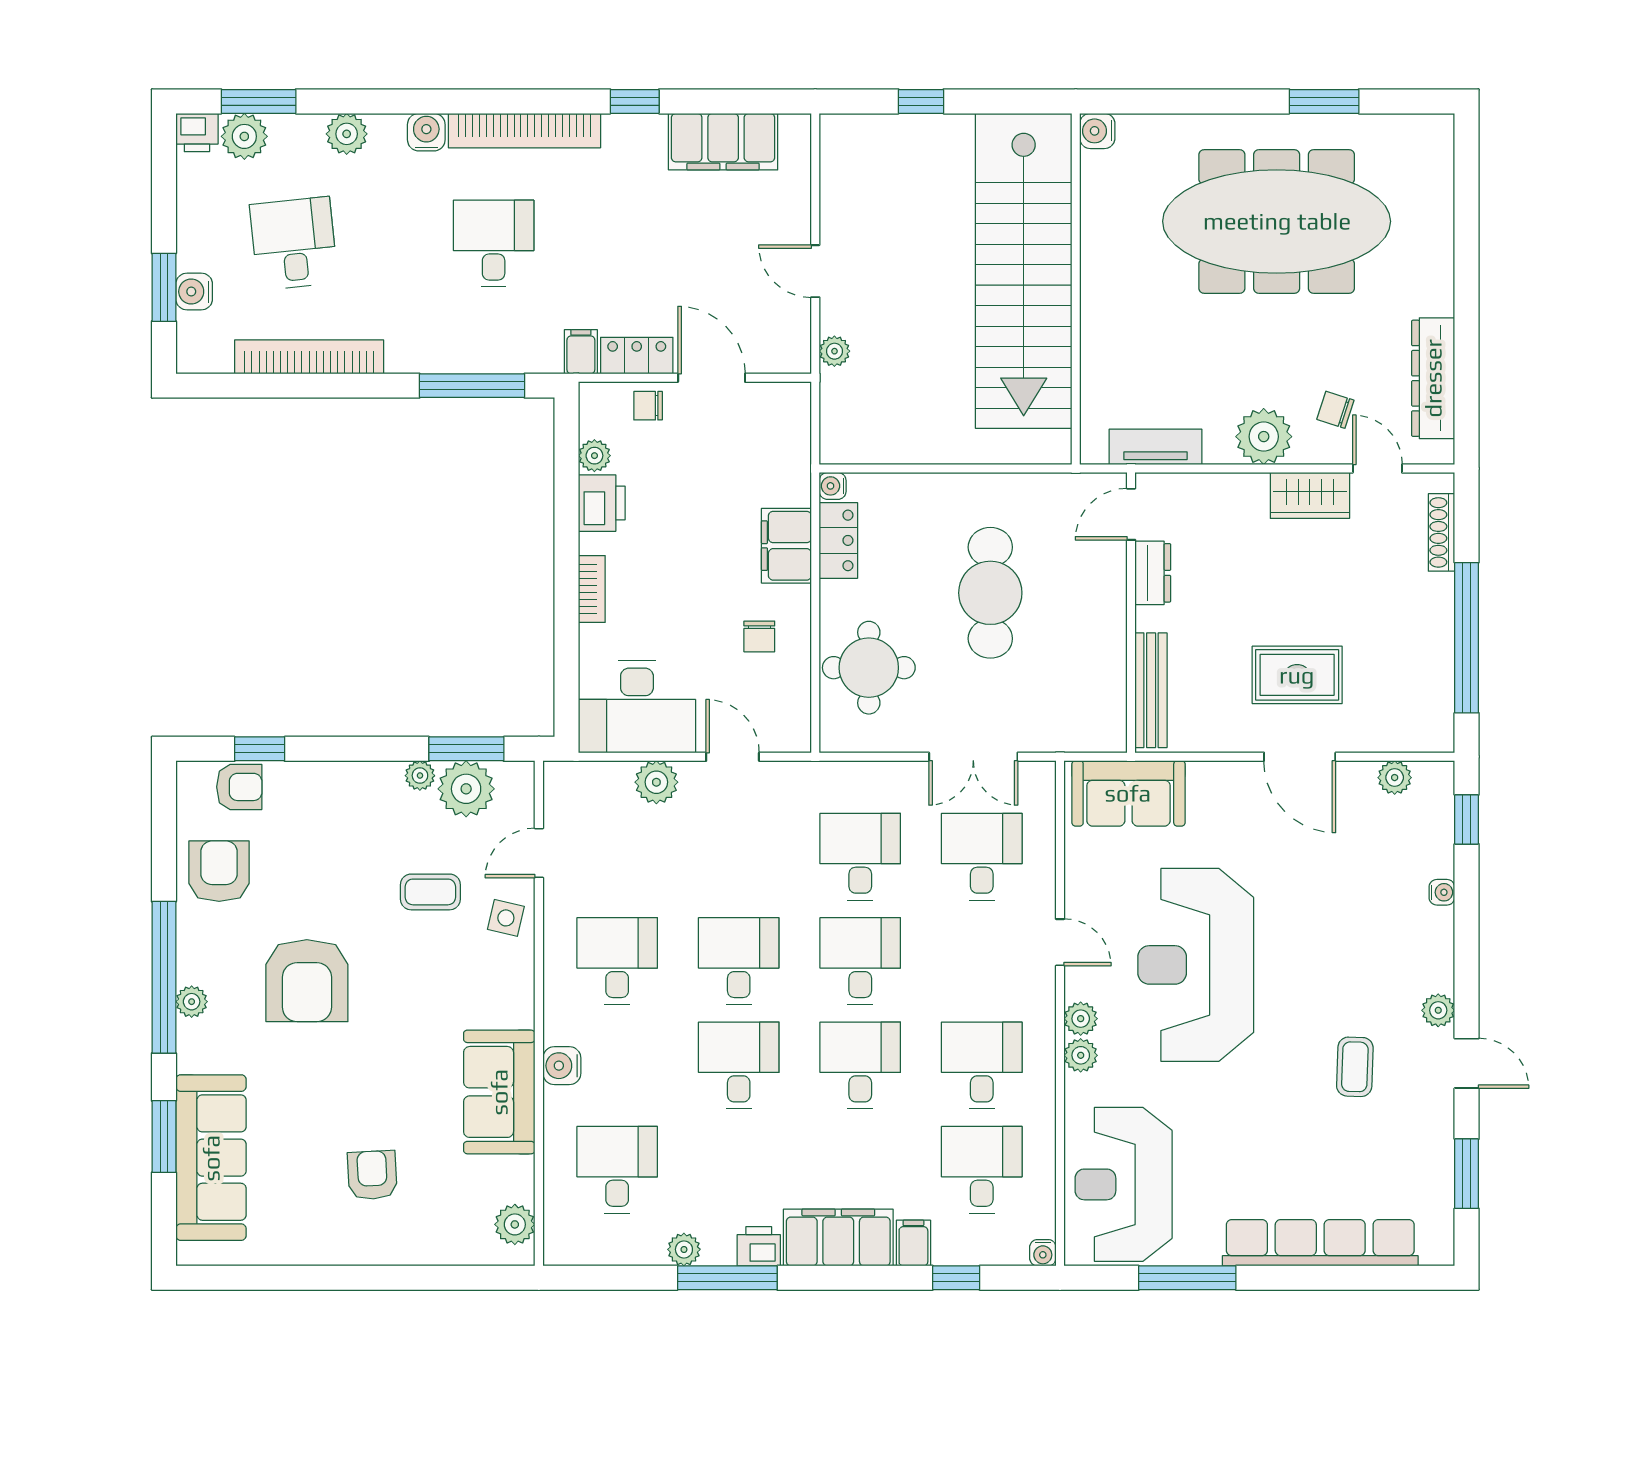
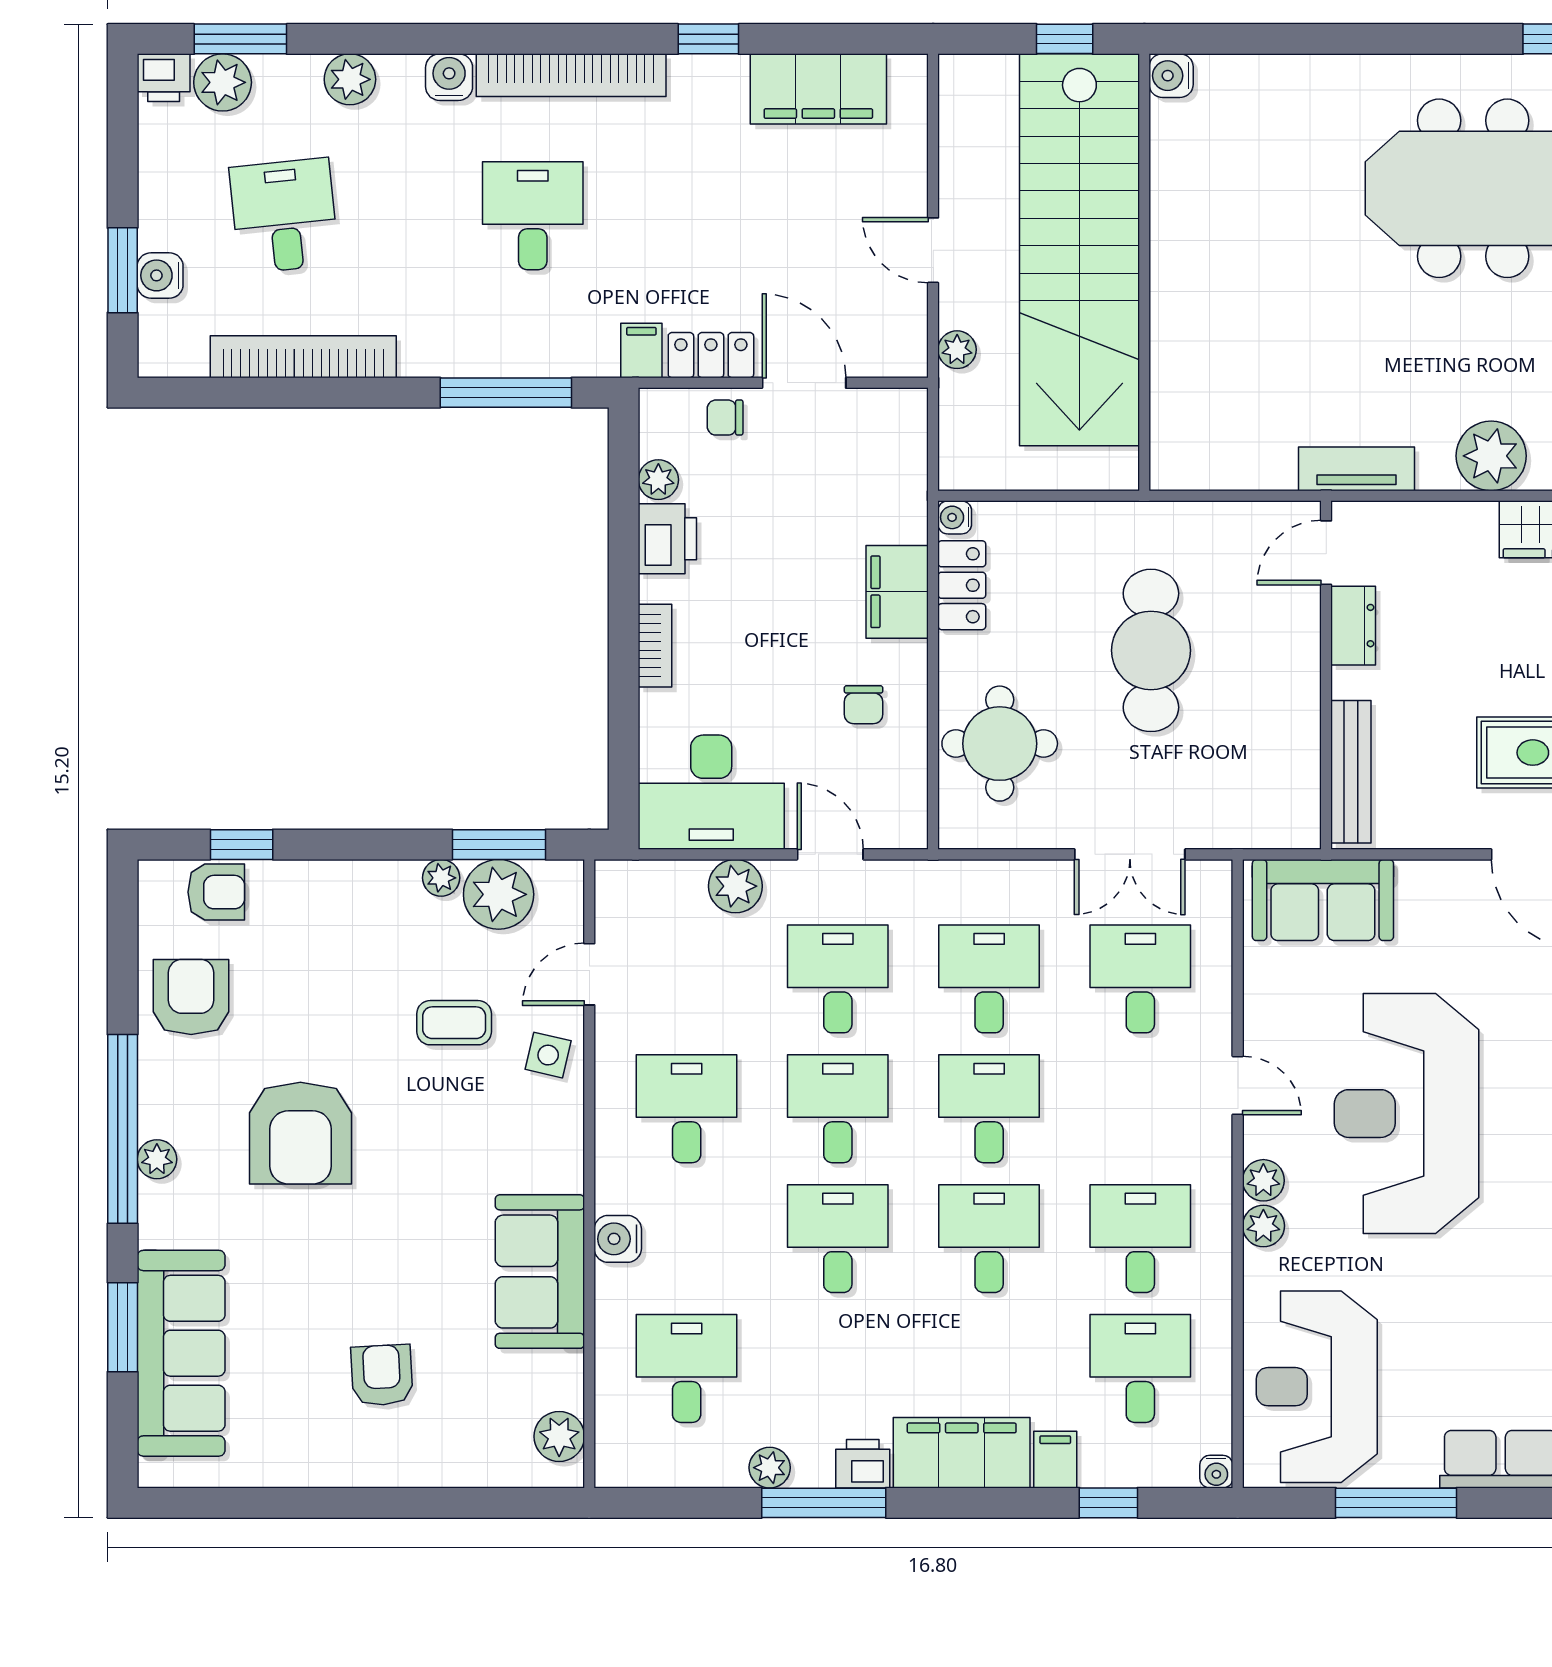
water cooler: (1097, 131) -> (1171, 76), moved
stairs: (1024, 271) -> (1079, 250), moved
wall: (1076, 289) -> (1144, 272), moved
desk: (739, 857) -> (838, 979), added

